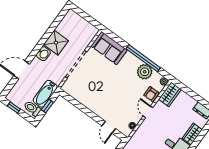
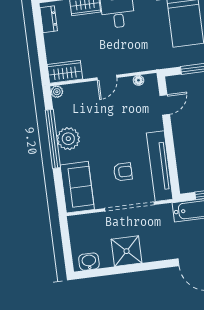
washbasin: (43, 54) -> (89, 262), moved
plant: (145, 72) -> (68, 139), moved
armchair: (151, 94) -> (123, 172), moved
tv unit: (82, 97) -> (160, 166), added

